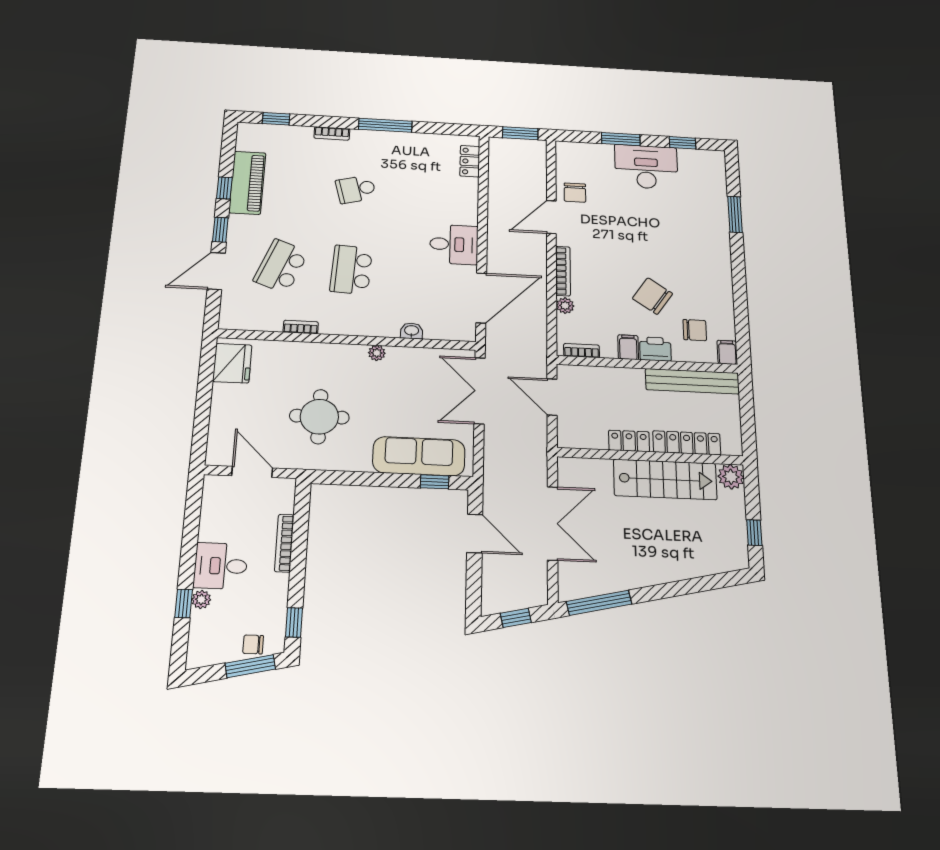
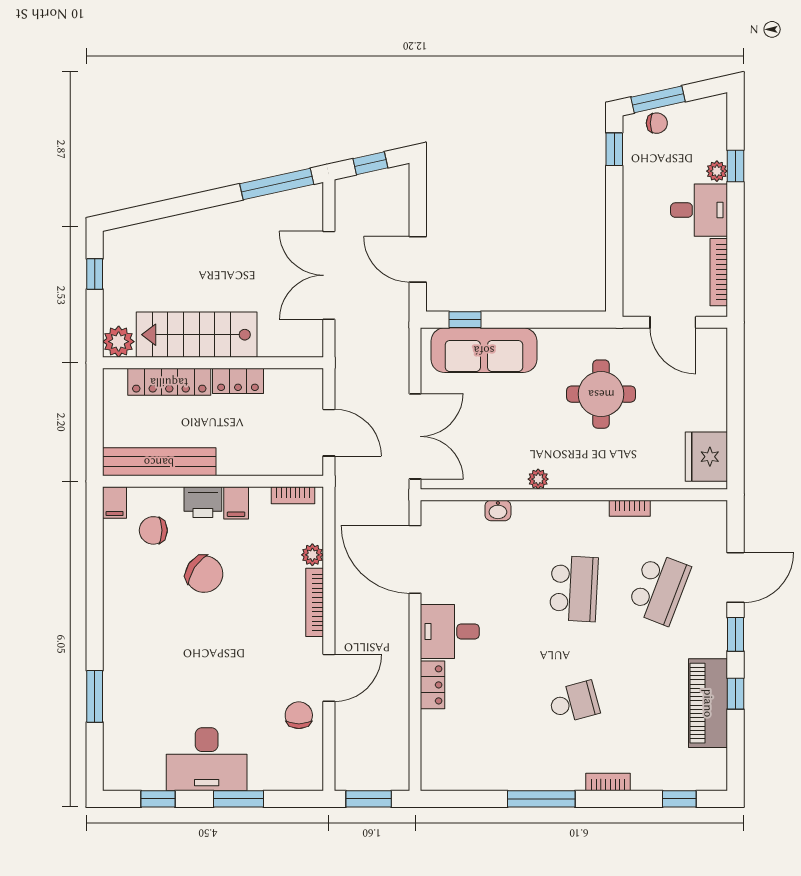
locker: (470, 161) -> (433, 685), moved
door: (481, 298) -> (415, 559), hinge flipped
bookcase: (284, 543) -> (719, 272), moved, turned 180

